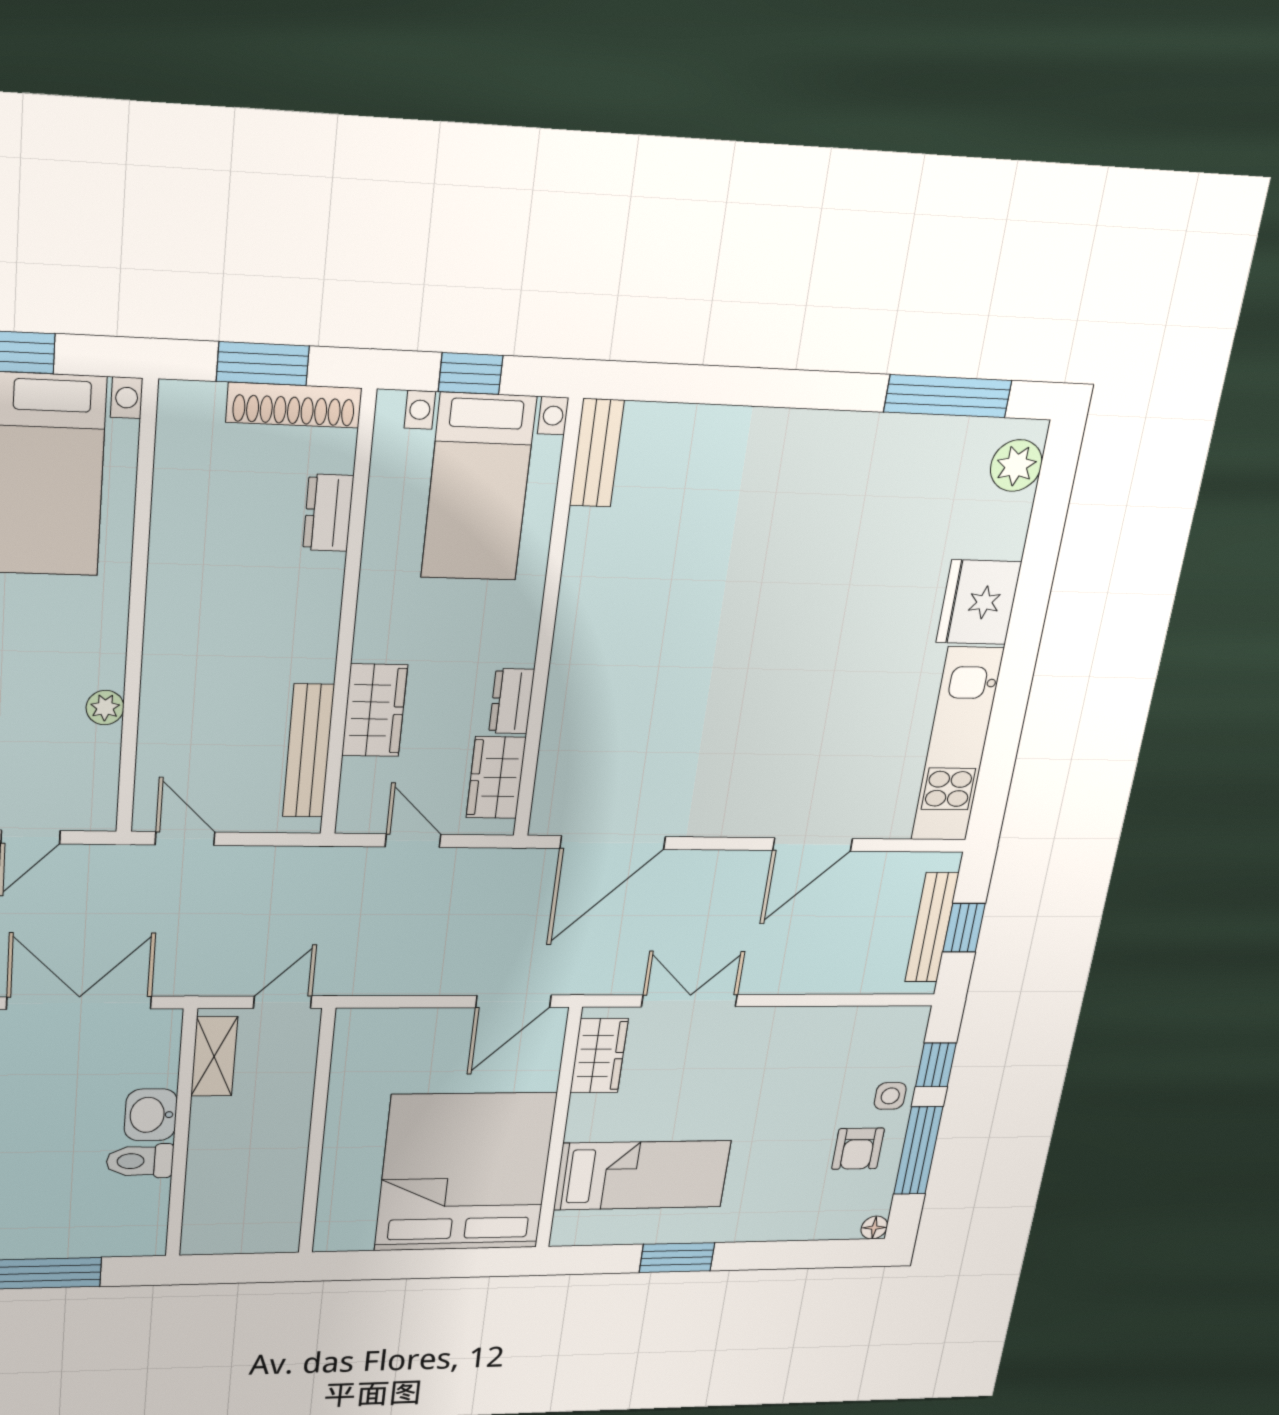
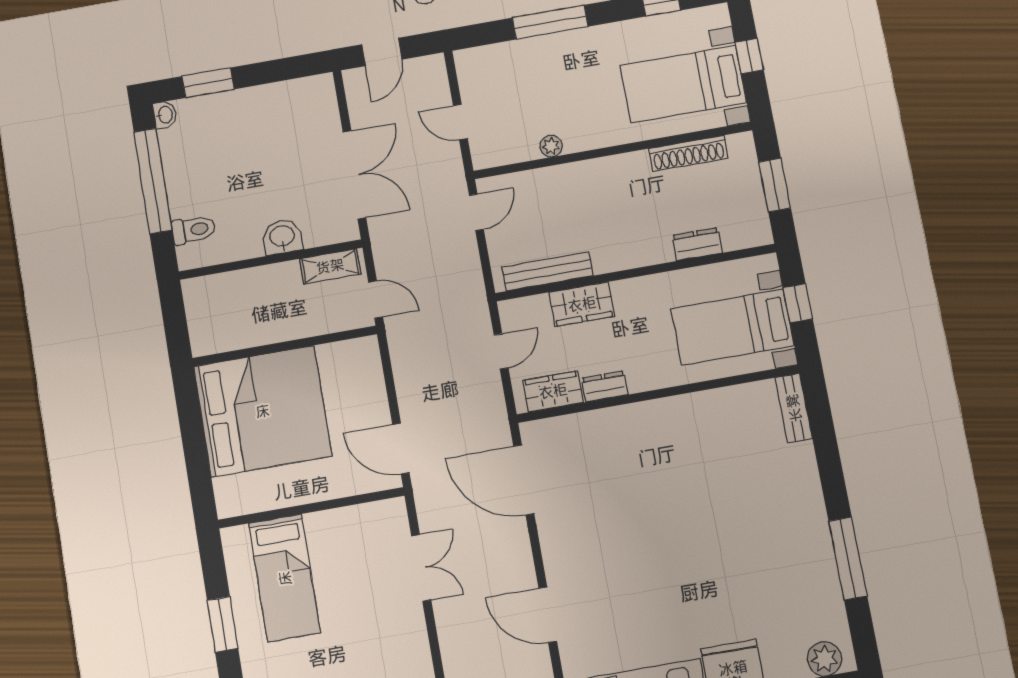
window: (948, 396) -> (848, 558), moved
shoe rack: (294, 405) -> (688, 153), moved, turned -90
bench: (597, 453) -> (794, 408), moved, turned 90
wardrobe: (599, 1056) -> (371, 519), removed
toilet: (140, 1161) -> (194, 230), moved, turned 90
bed: (465, 1172) -> (263, 411), moved

